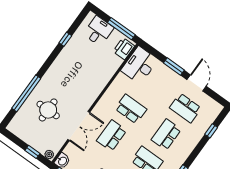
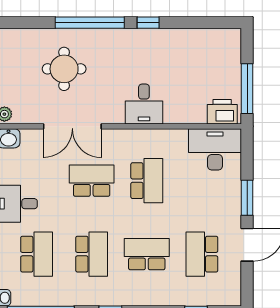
desk: (98, 31) -> (144, 104), moved, turned 90
window: (65, 39) -> (148, 23), moved
window: (26, 93) -> (90, 23), moved

